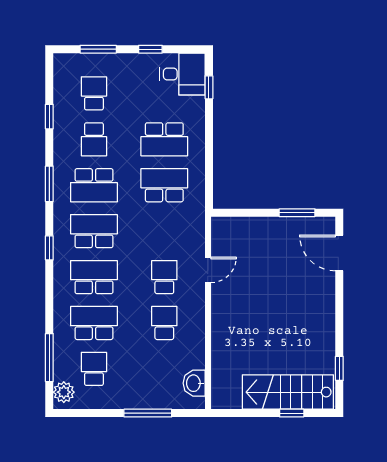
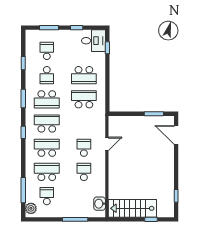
stairs: (288, 392) -> (132, 208), moved

